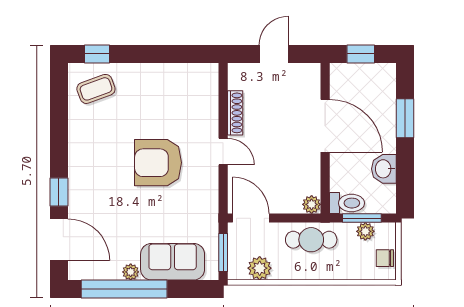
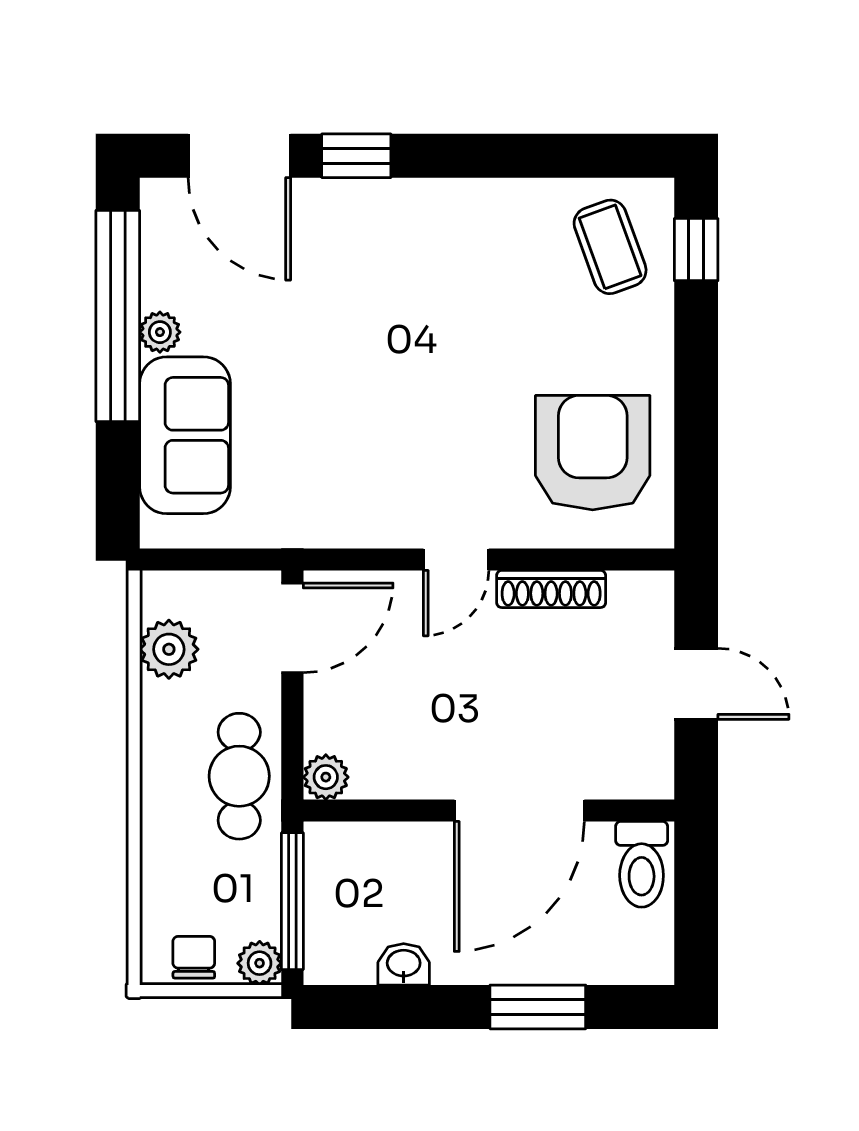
window: (361, 54) -> (696, 898), removed
armchair: (158, 163) -> (593, 453), moved
washbasin: (384, 169) -> (404, 964), width x0.72, depth x0.69
toilet: (347, 203) -> (642, 864), moved
window: (362, 218) -> (292, 901), width x1.44
plant: (365, 231) -> (260, 963), moved
door: (59, 240) -> (239, 156), hinge flipped
window: (223, 252) -> (208, 560), removed

